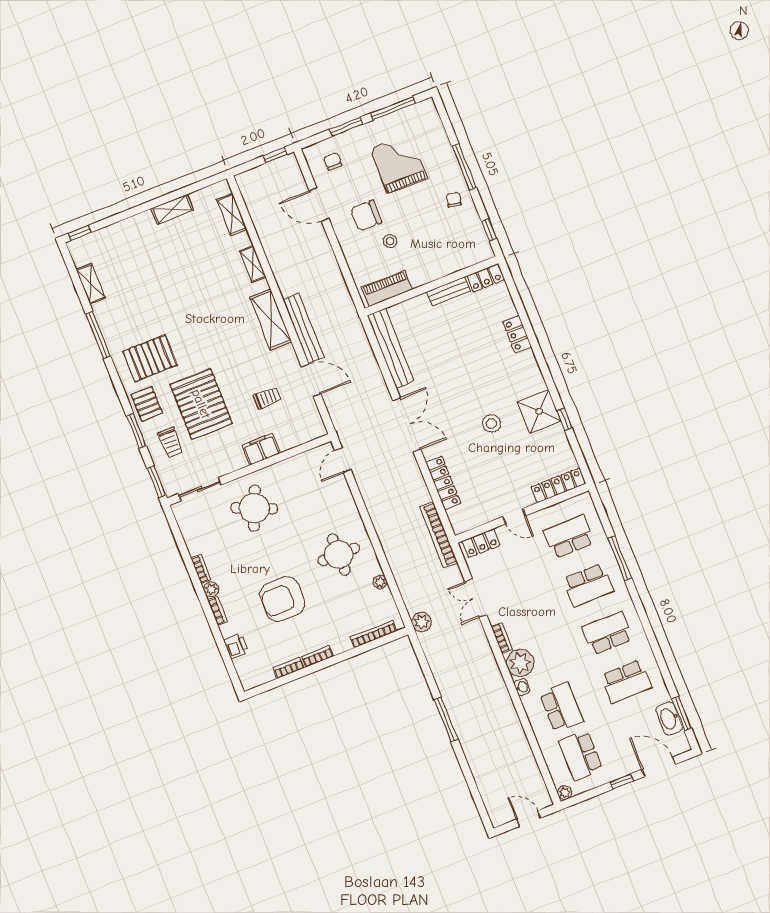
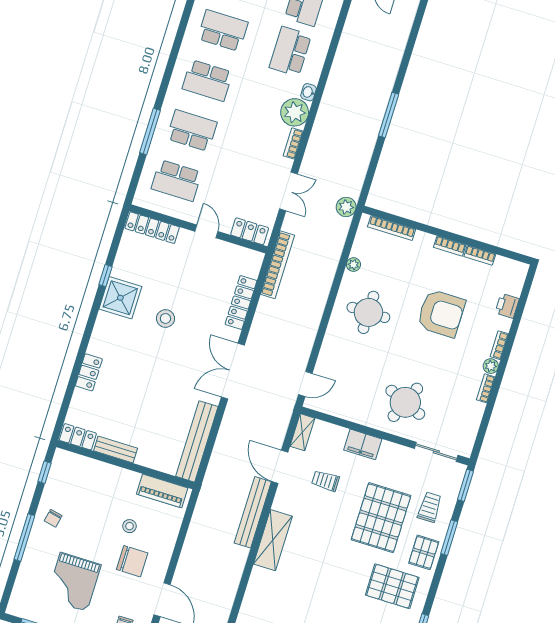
shelving: (253, 264) -> (302, 432), moved

